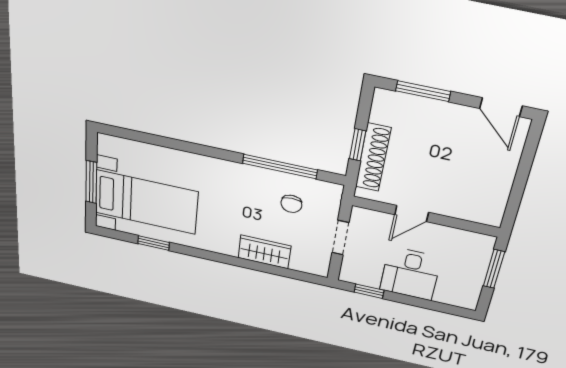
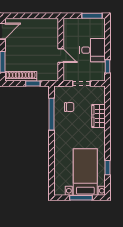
shoe rack: (373, 157) -> (21, 76), moved
window: (494, 269) -> (92, 16), moved

